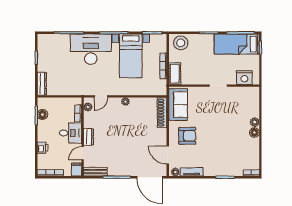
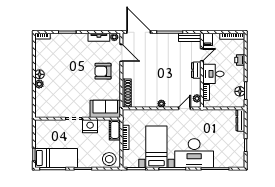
nightstand: (244, 78) -> (90, 126), moved
sofa: (178, 105) -> (105, 109), moved, turned 90

